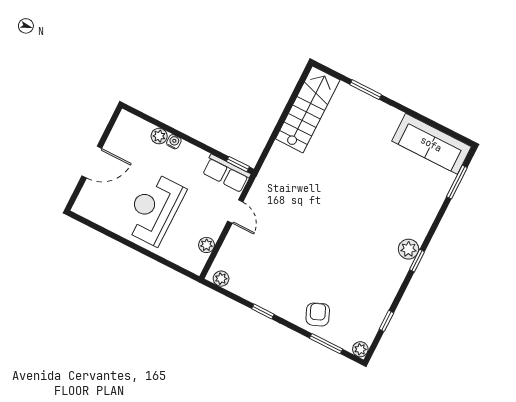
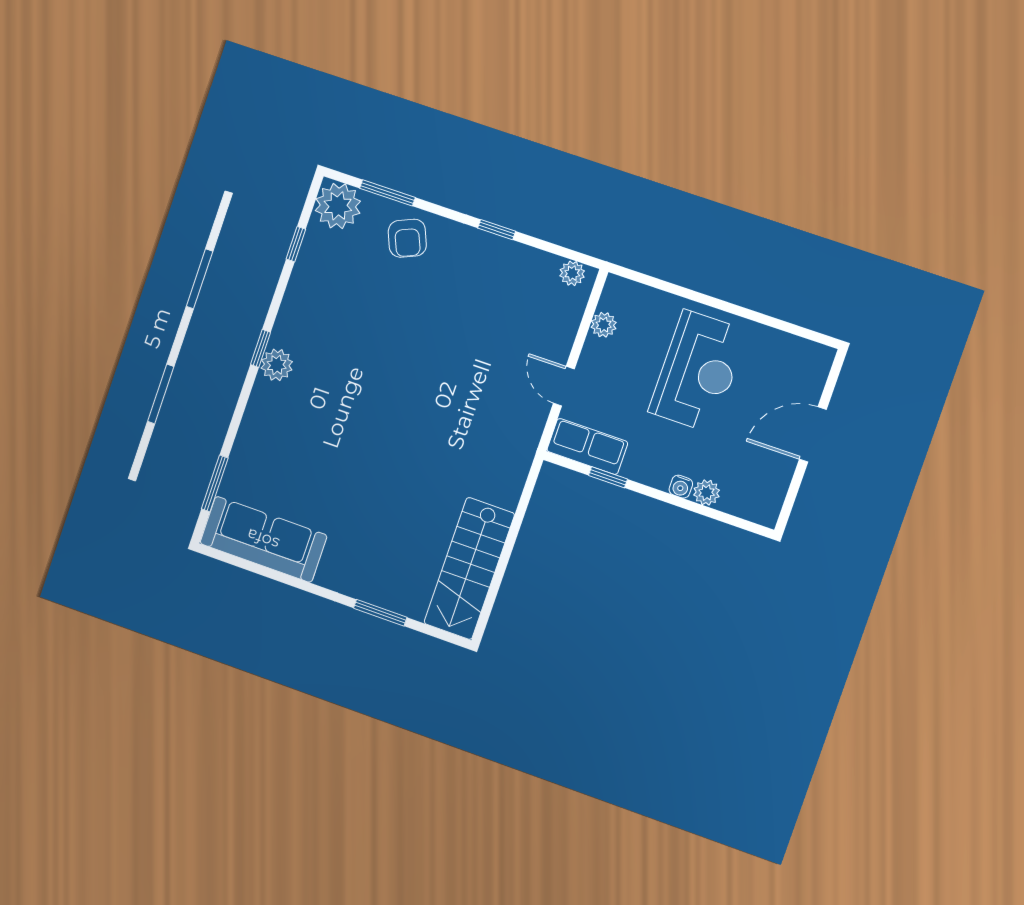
window: (238, 164) -> (608, 477), moved
plant: (360, 349) -> (338, 206), width x1.87, depth x1.87

